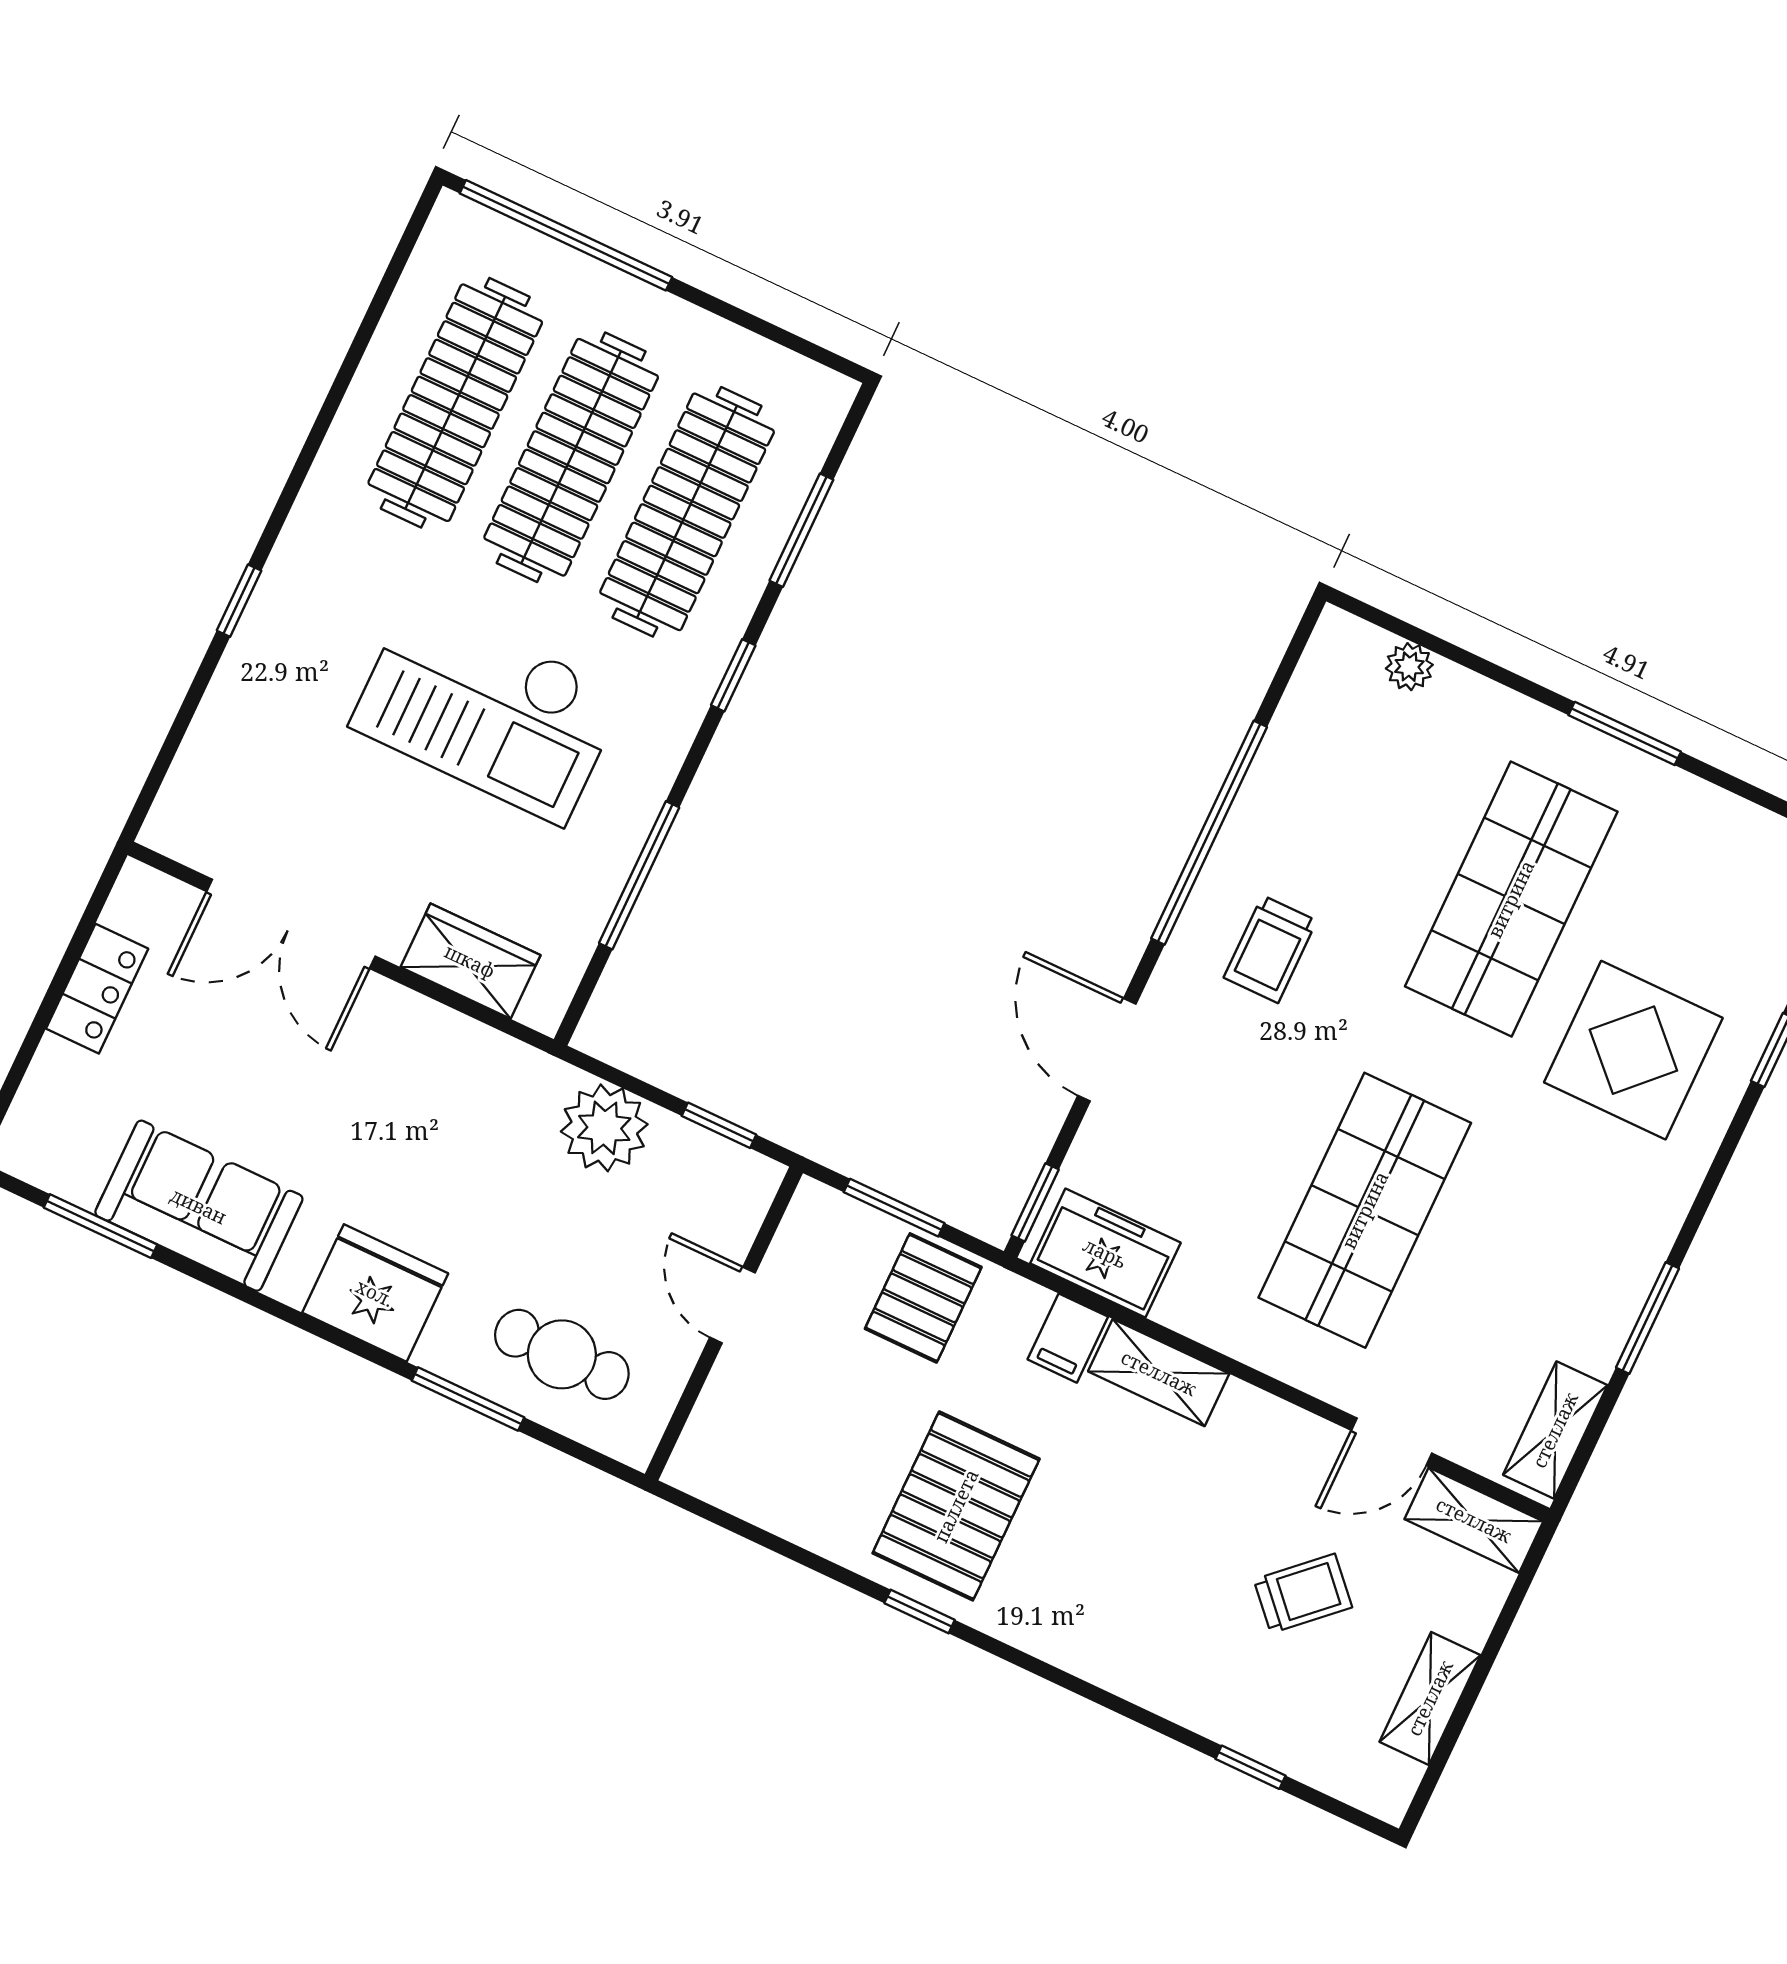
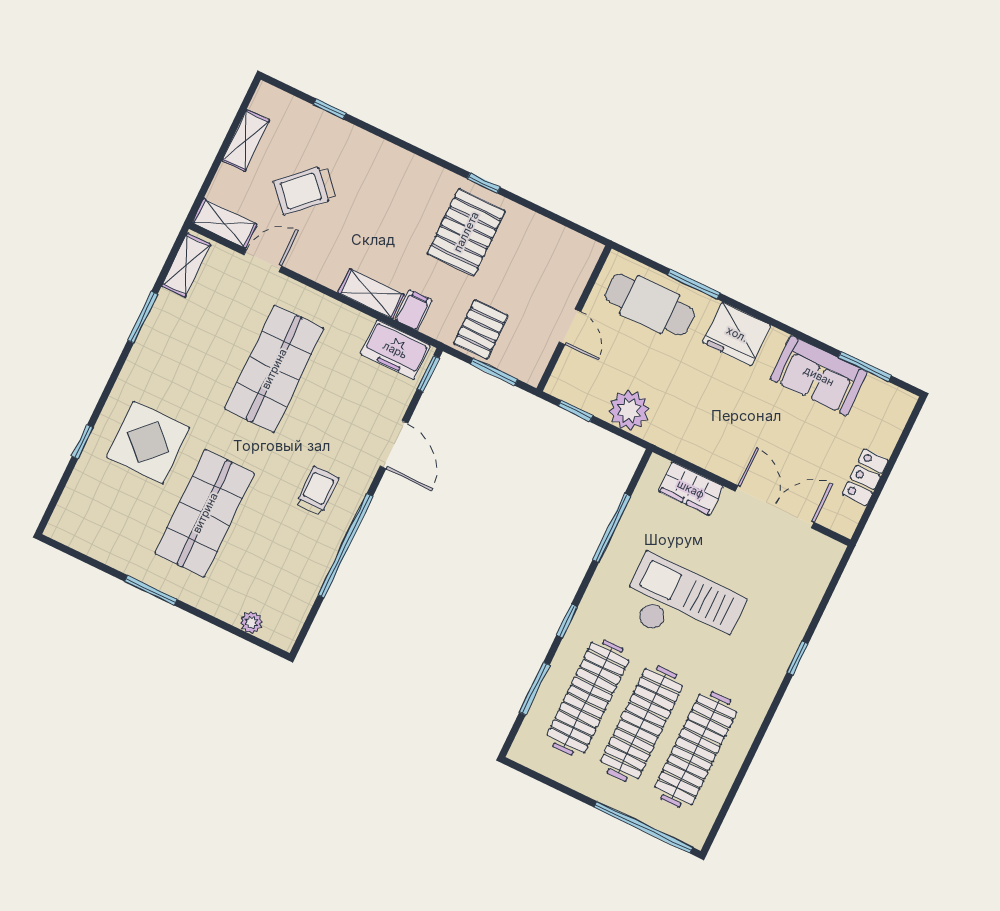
cafe table: (562, 1354) -> (650, 305), width x1.37, depth x1.35
trolley: (1303, 1593) -> (305, 190), width x1.36, depth x1.39

